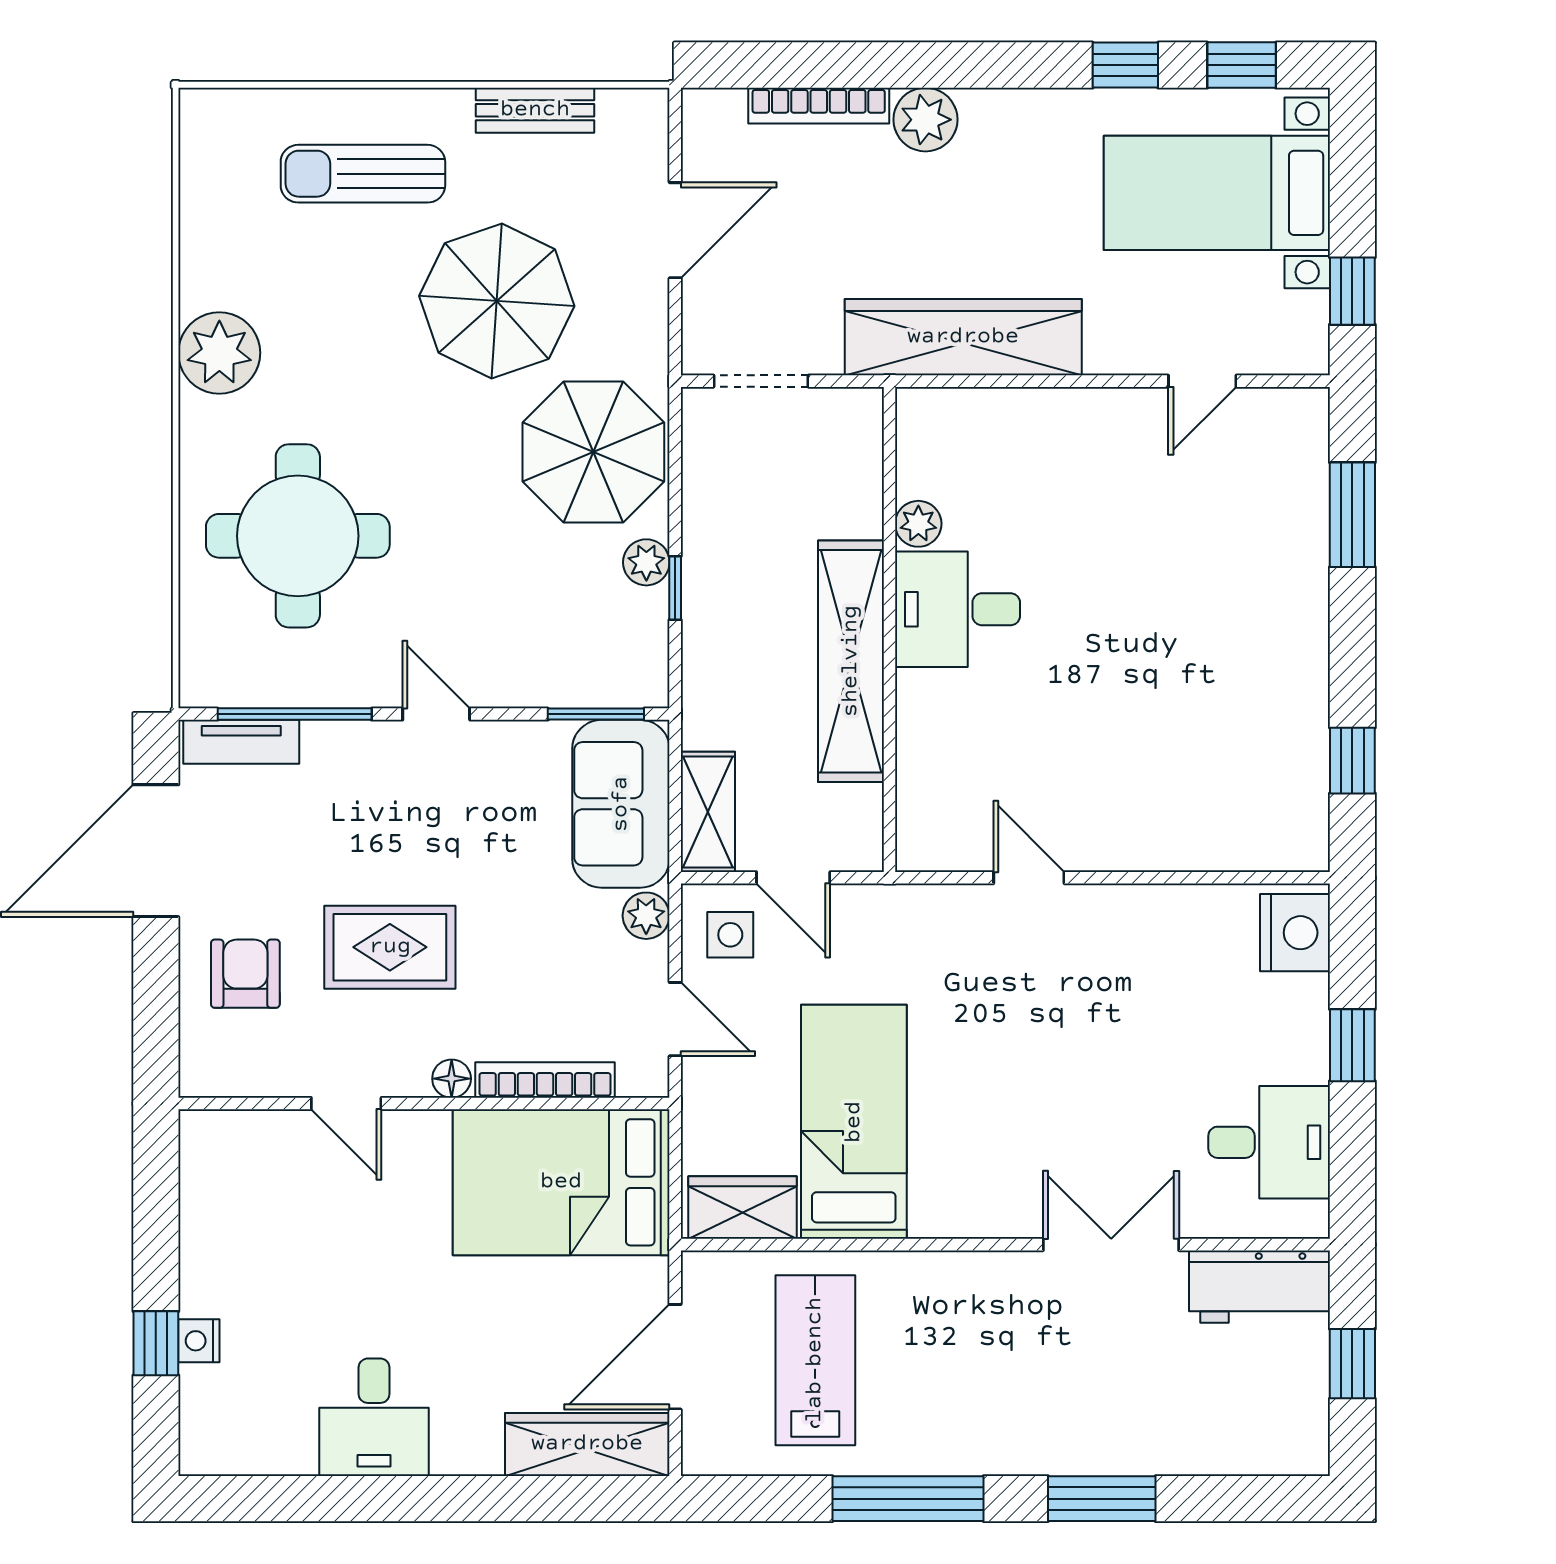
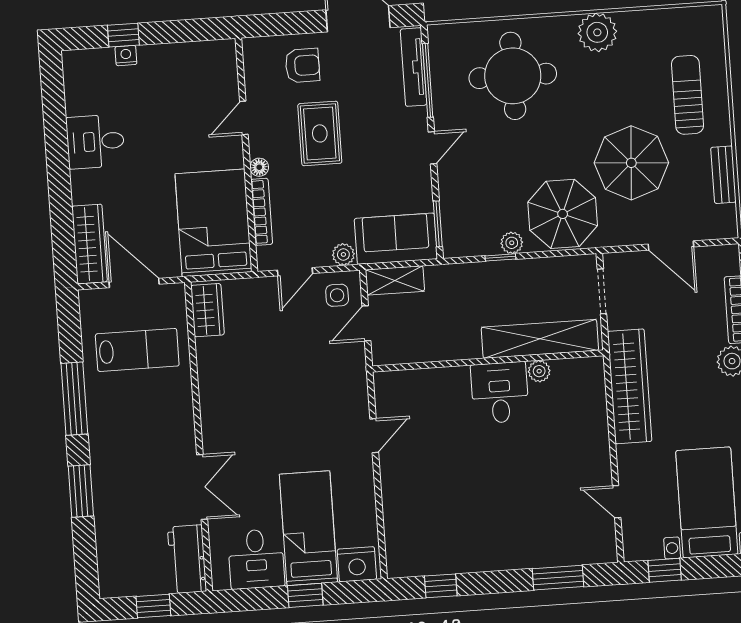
shelving: (851, 661) -> (540, 339), moved
tv unit: (241, 742) -> (414, 67), width x1.41
bed: (854, 1122) -> (308, 528), moved, turned -90

